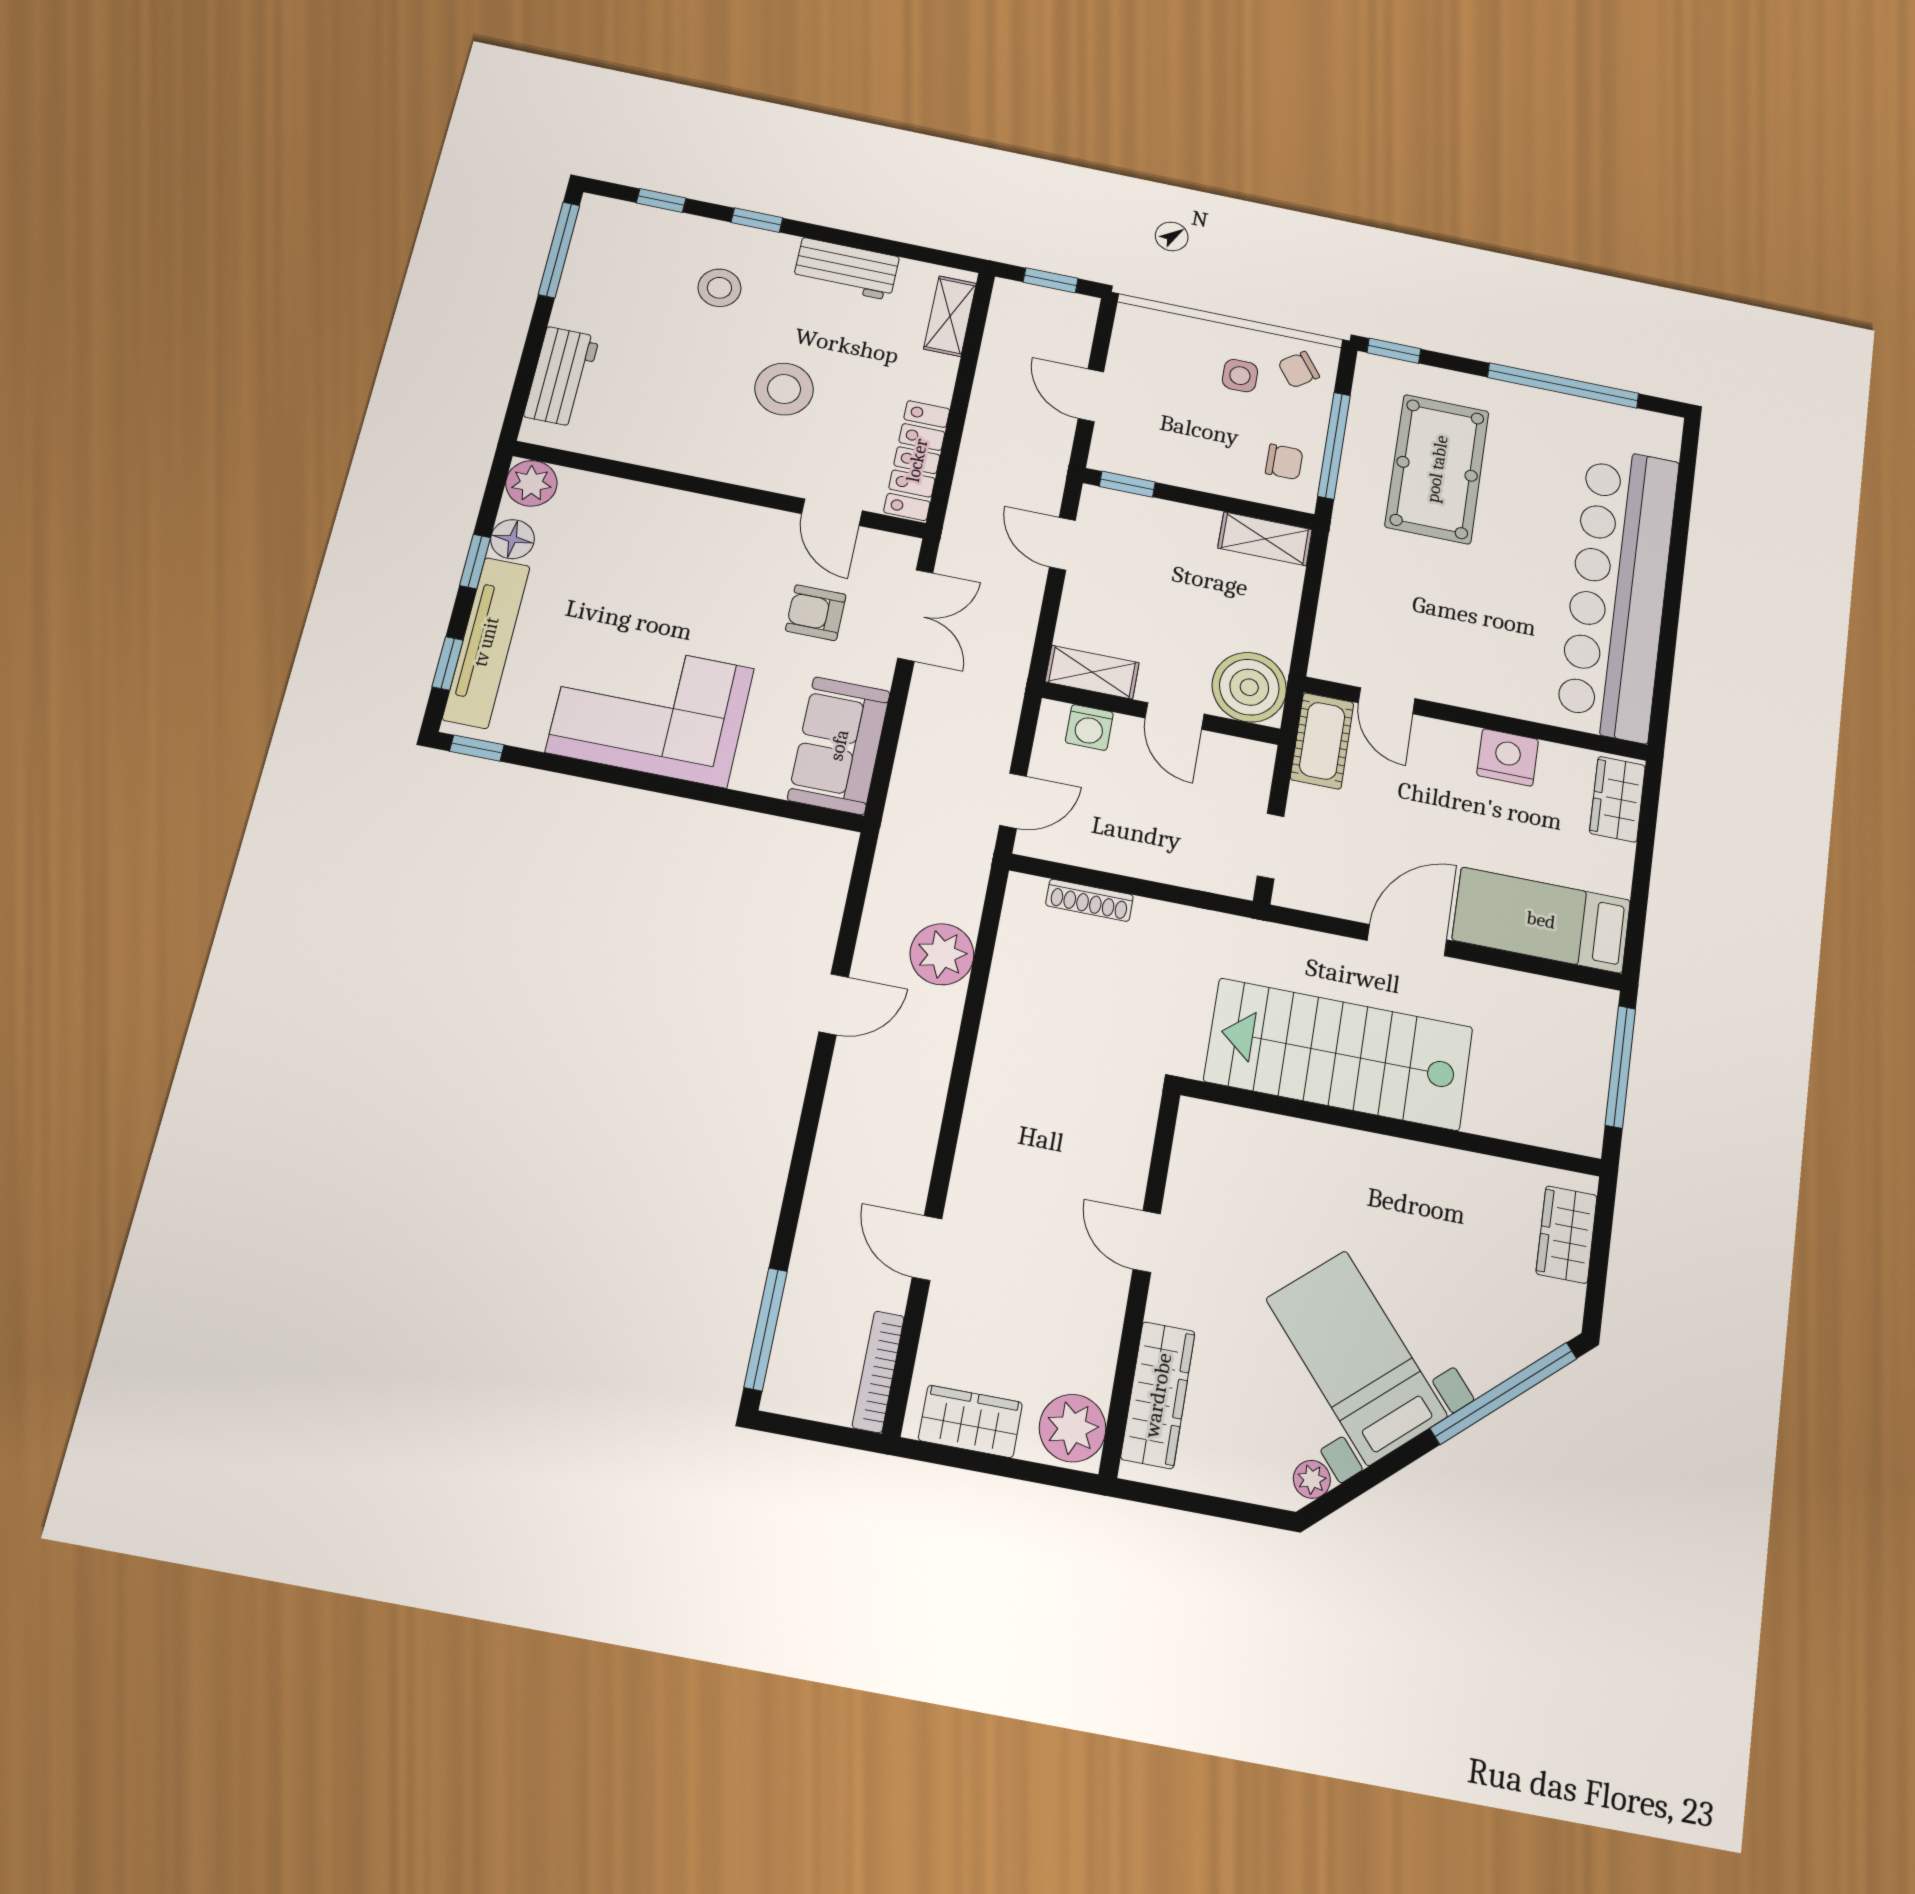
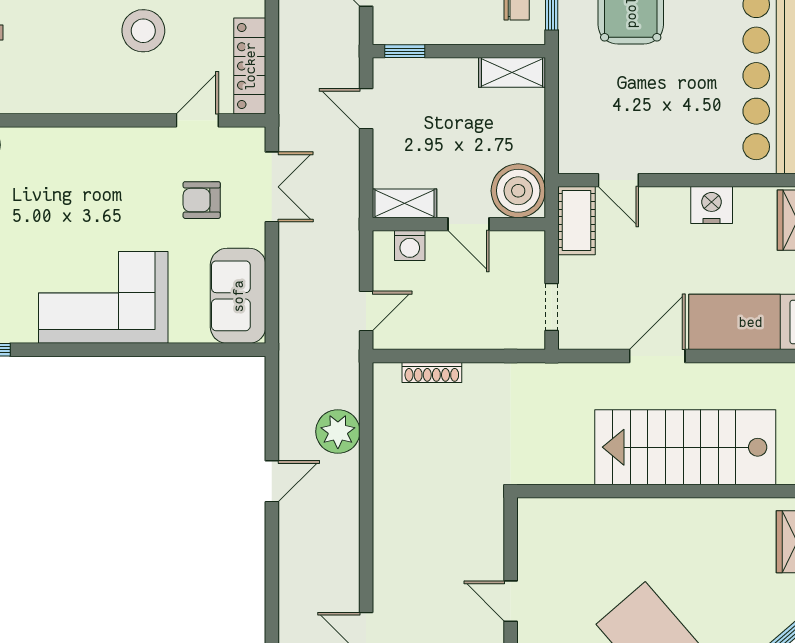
door: (832, 512) -> (197, 120), swing flipped
stairs: (1339, 1054) -> (685, 447), moved

